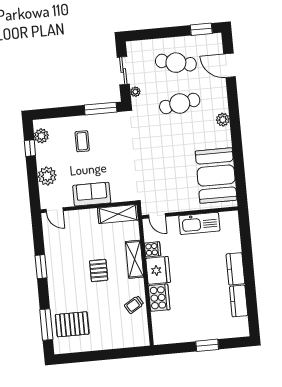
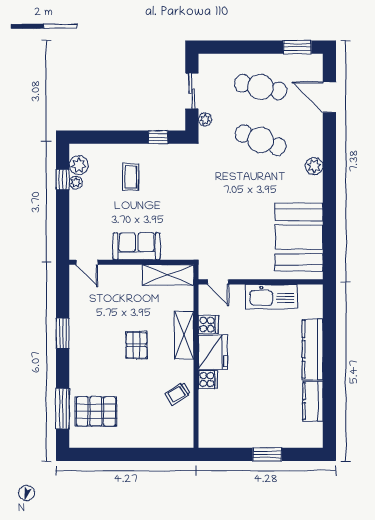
cafe table: (180, 103) -> (261, 140), turned 30
window: (101, 109) -> (158, 137), width x0.46
plant: (47, 176) -> (76, 183), moved, width x0.53, depth x0.53
kitchen counter: (235, 269) -> (313, 349), width x1.50
cooker: (159, 298) -> (208, 380), width x0.53, depth x0.76

